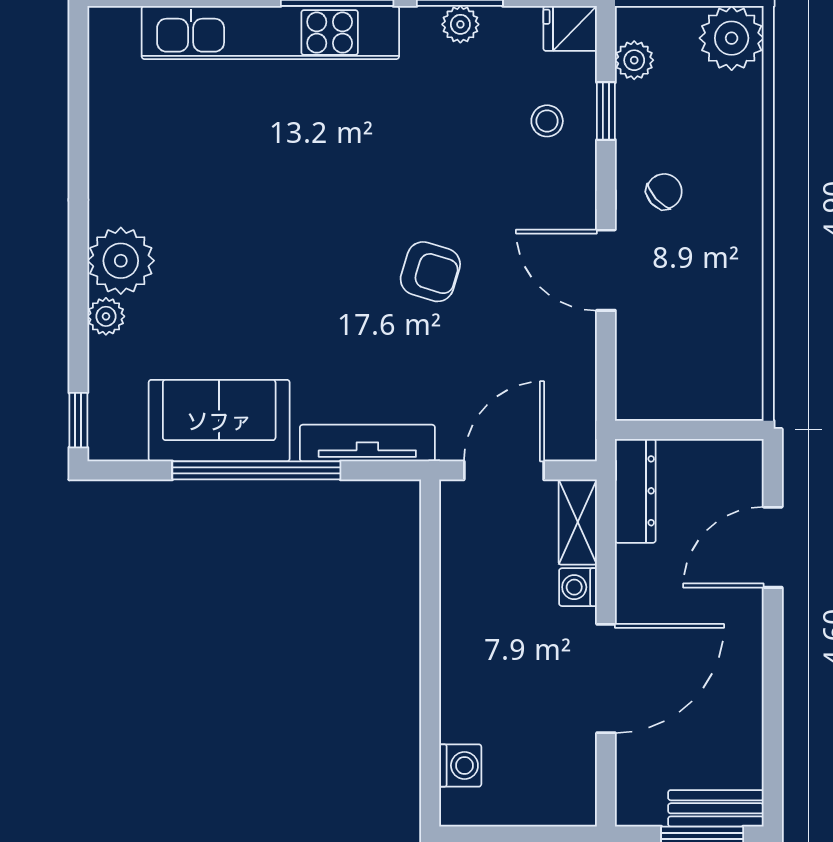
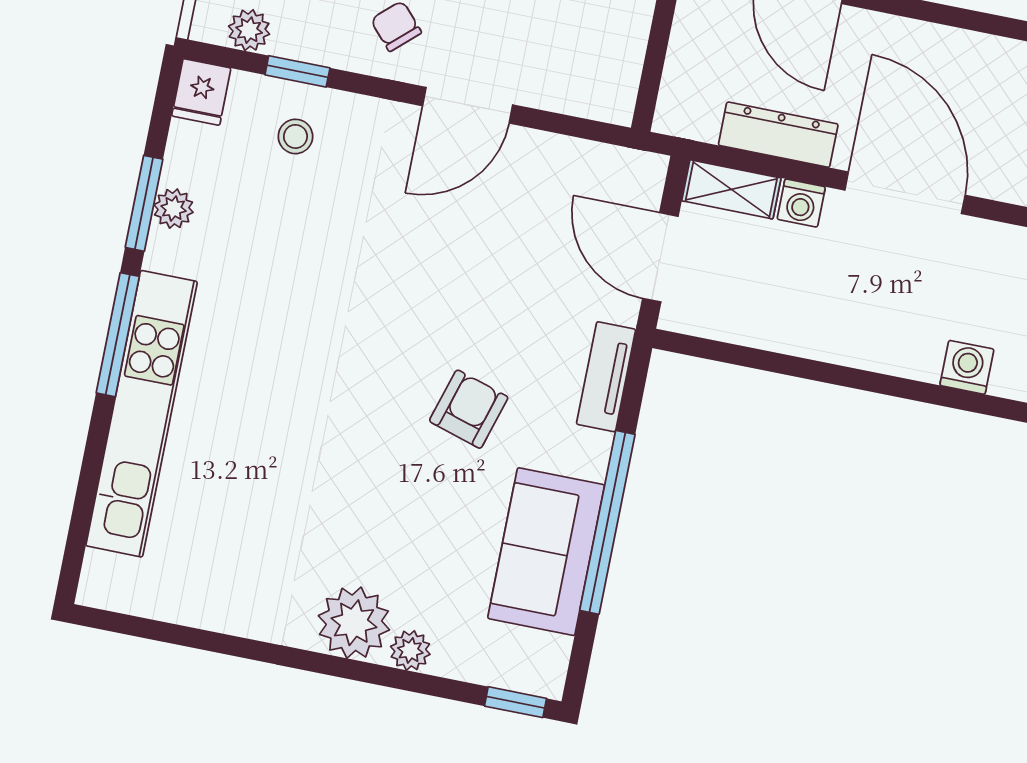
armchair: (430, 272) -> (469, 409), moved
tv unit: (367, 443) -> (606, 377), width x0.71
dresser: (635, 491) -> (778, 135), moved

